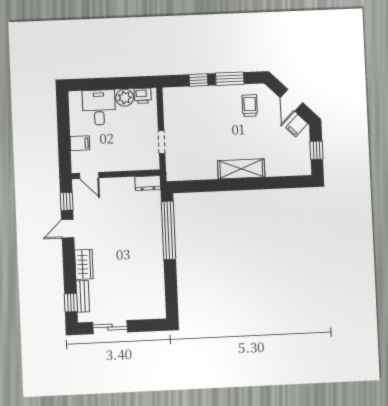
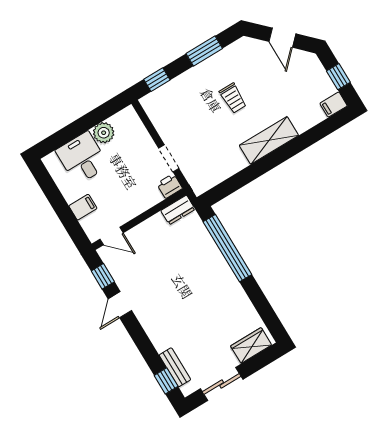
window: (199, 80) -> (157, 80), moved
printer: (143, 96) -> (169, 186), moved, turned 180
trolley: (250, 106) -> (233, 98), moved, turned 180
filing cabinet: (297, 126) -> (334, 105), moved, turned 45
wardrobe: (84, 264) -> (251, 345), moved, turned -90

